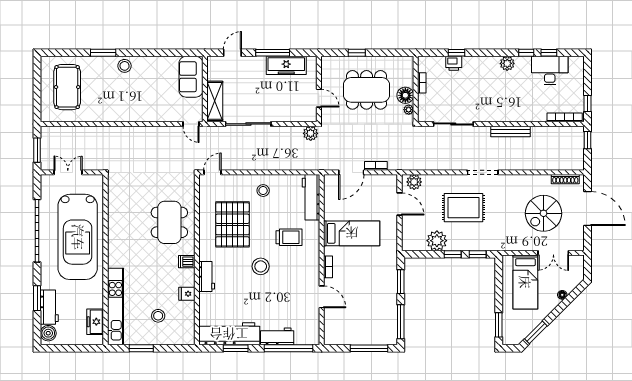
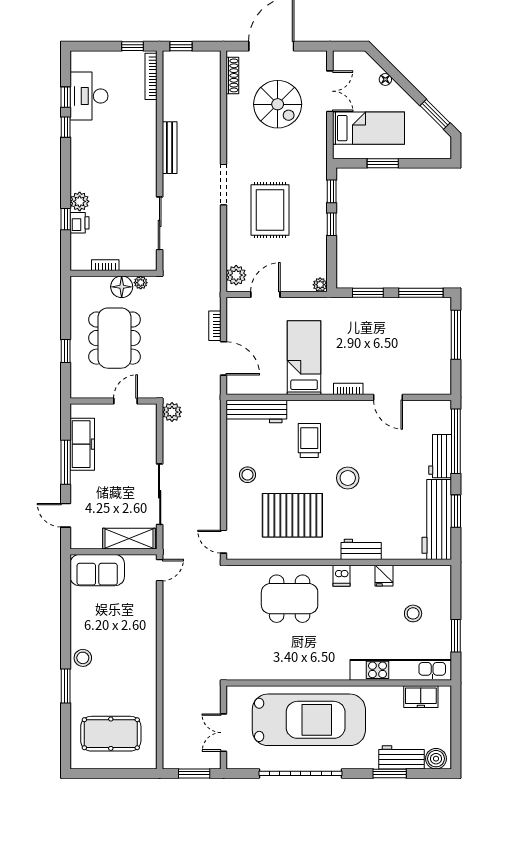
plant: (507, 63) -> (80, 201), moved
plant: (437, 241) -> (320, 285), moved, width x0.53, depth x0.53
door: (322, 297) -> (388, 397), swing flipped
window: (499, 325) -> (383, 163), moved

